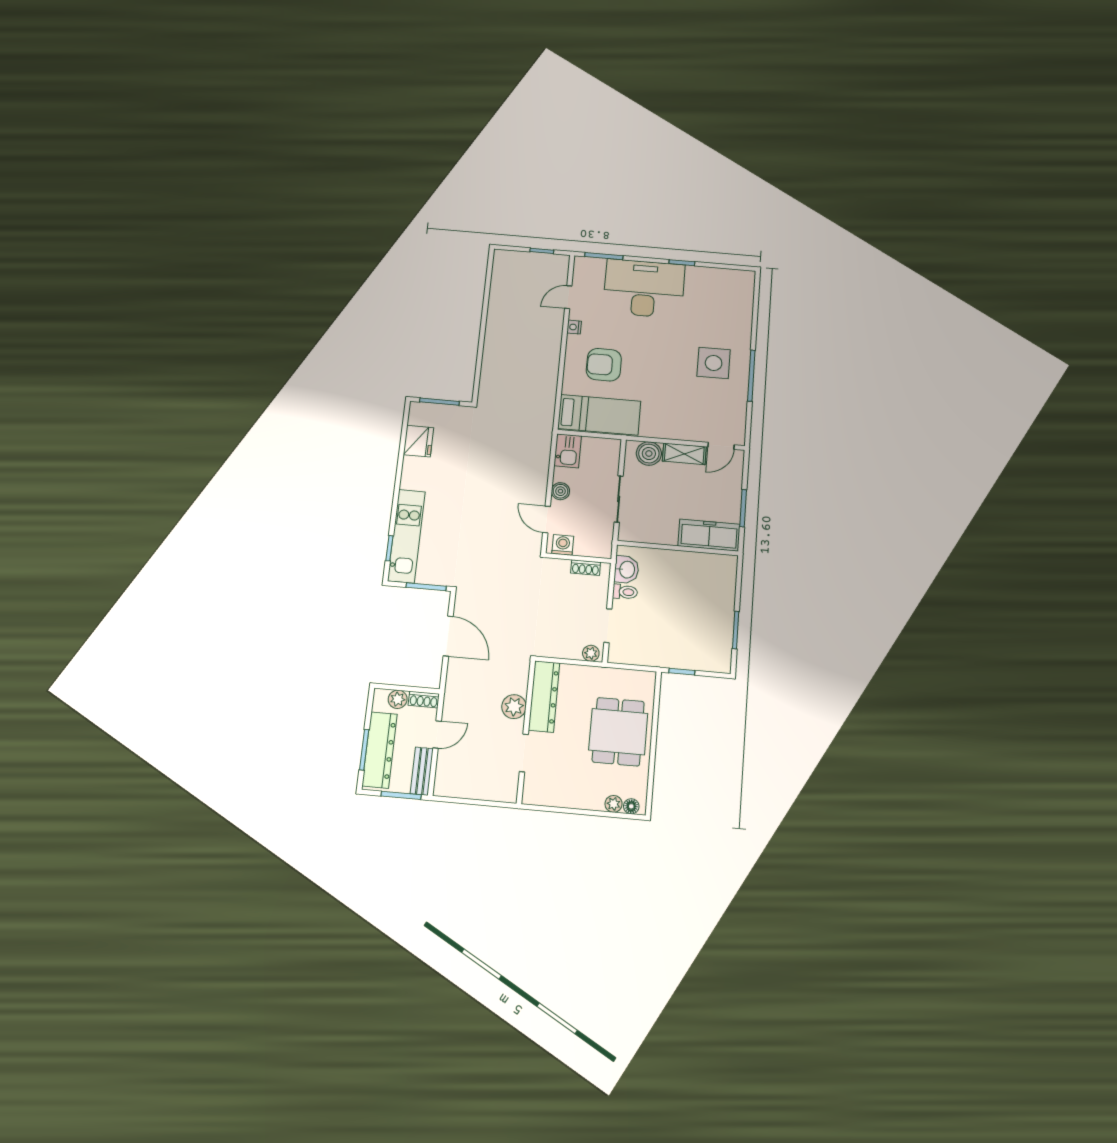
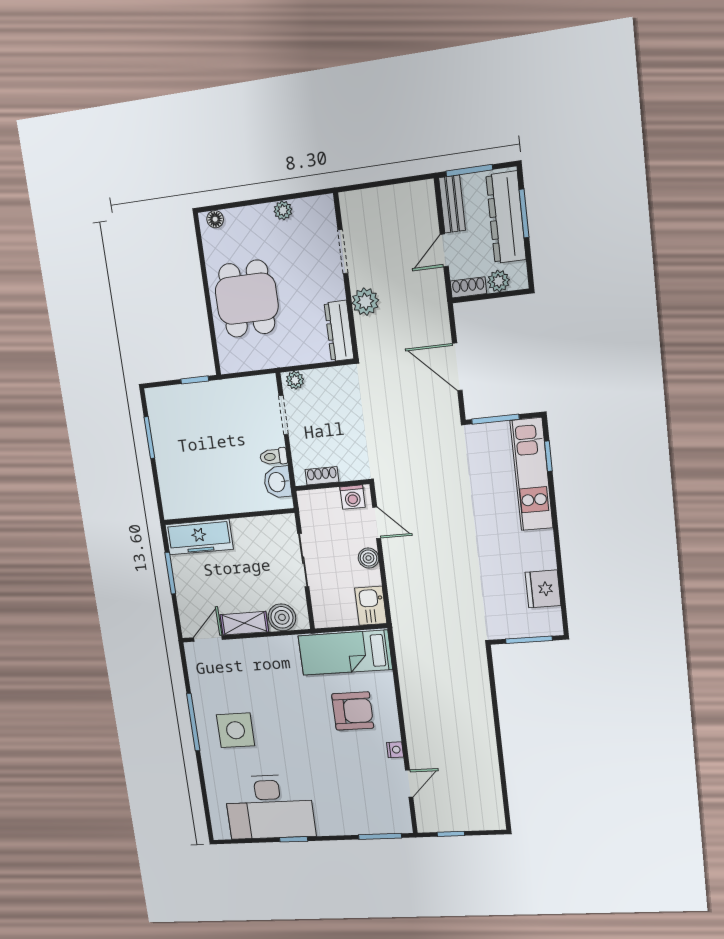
desk: (644, 289) -> (269, 807), moved
dresser: (544, 696) -> (339, 331), width x0.73, depth x0.80
plant: (614, 804) -> (283, 210), moved

